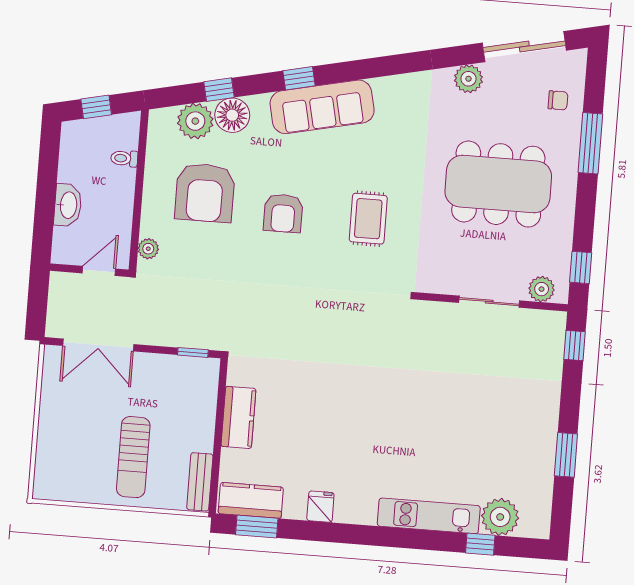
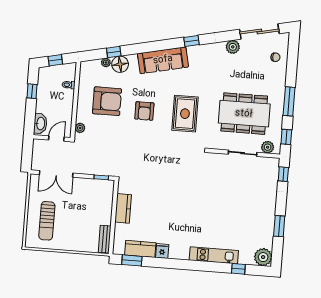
window: (299, 78) -> (191, 41), moved
plant: (195, 121) -> (106, 63), width x0.53, depth x0.53
window: (590, 143) -> (289, 101), moved
window: (48, 172) -> (32, 91), added
dining table: (498, 184) -> (244, 114), moved
armchair: (205, 193) -> (107, 101), turned -90
washbasin: (68, 205) -> (40, 124), moved
rug: (368, 219) -> (185, 114), width x1.36, depth x1.43
sun lounger: (133, 457) -> (47, 221), moved
kitchen counter: (251, 500) -> (140, 249), moved
plant: (500, 517) -> (263, 257), moved

